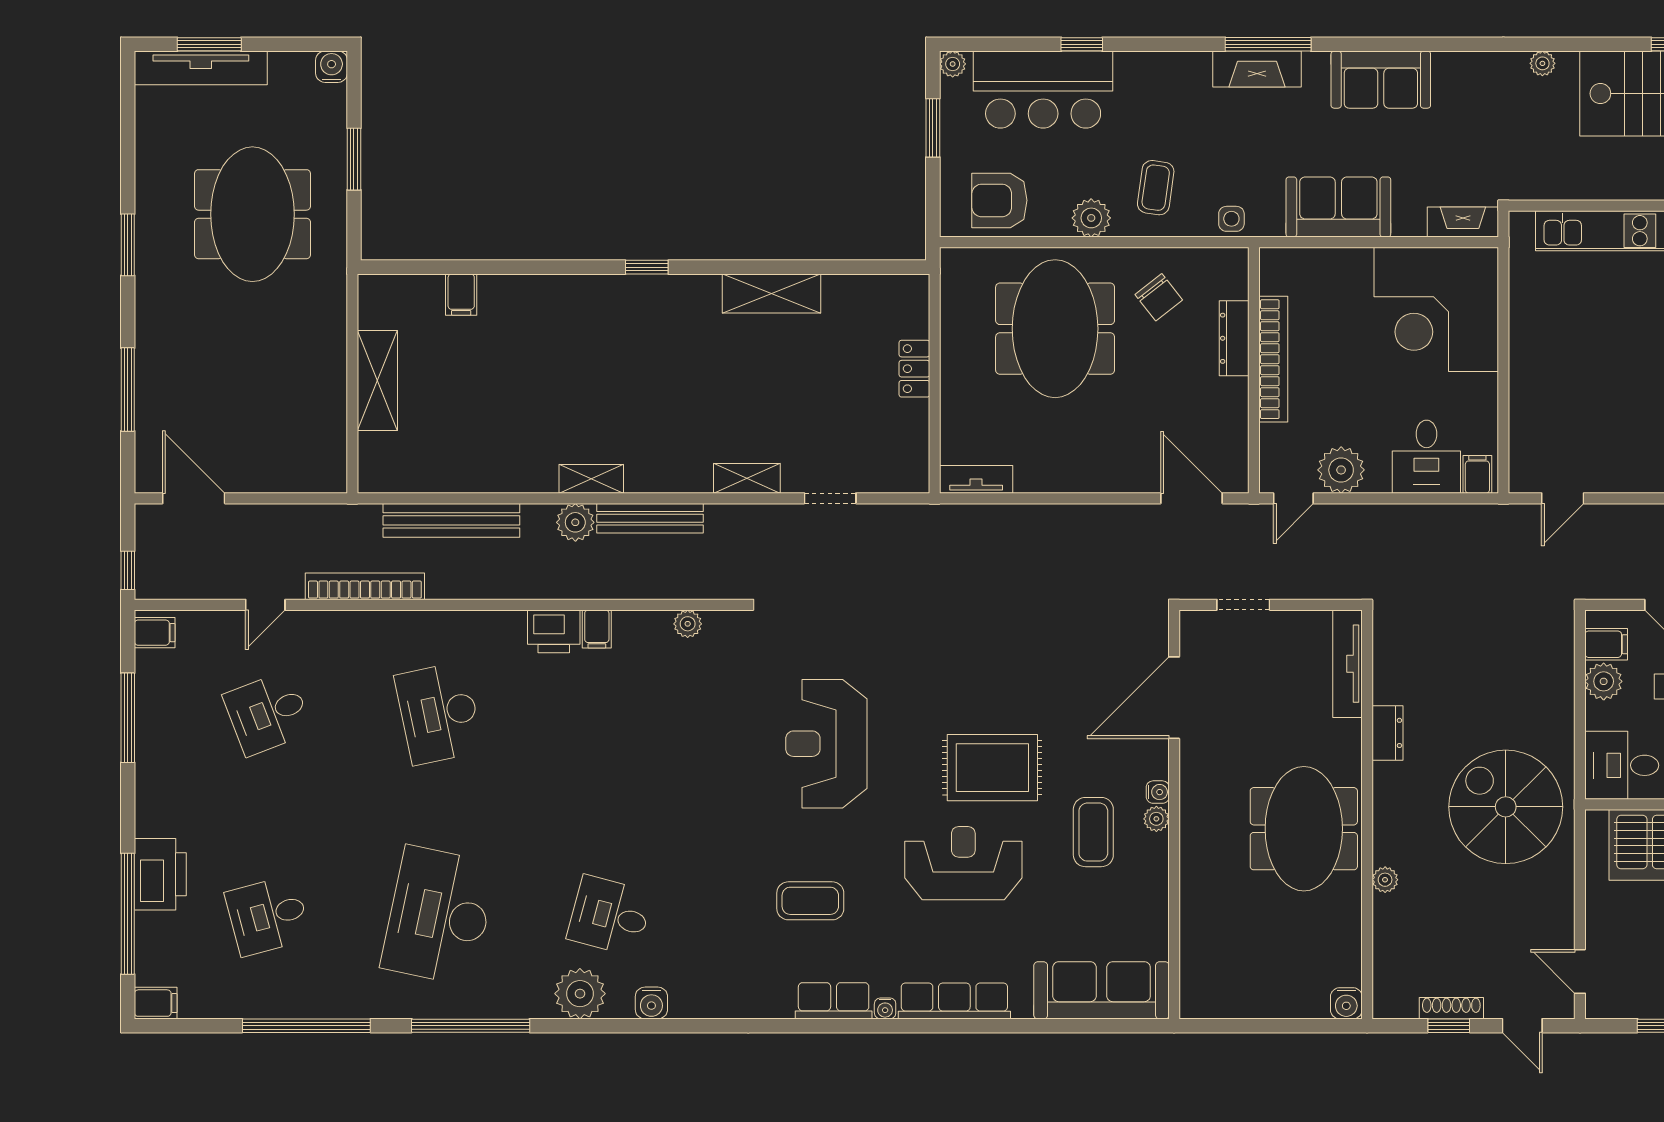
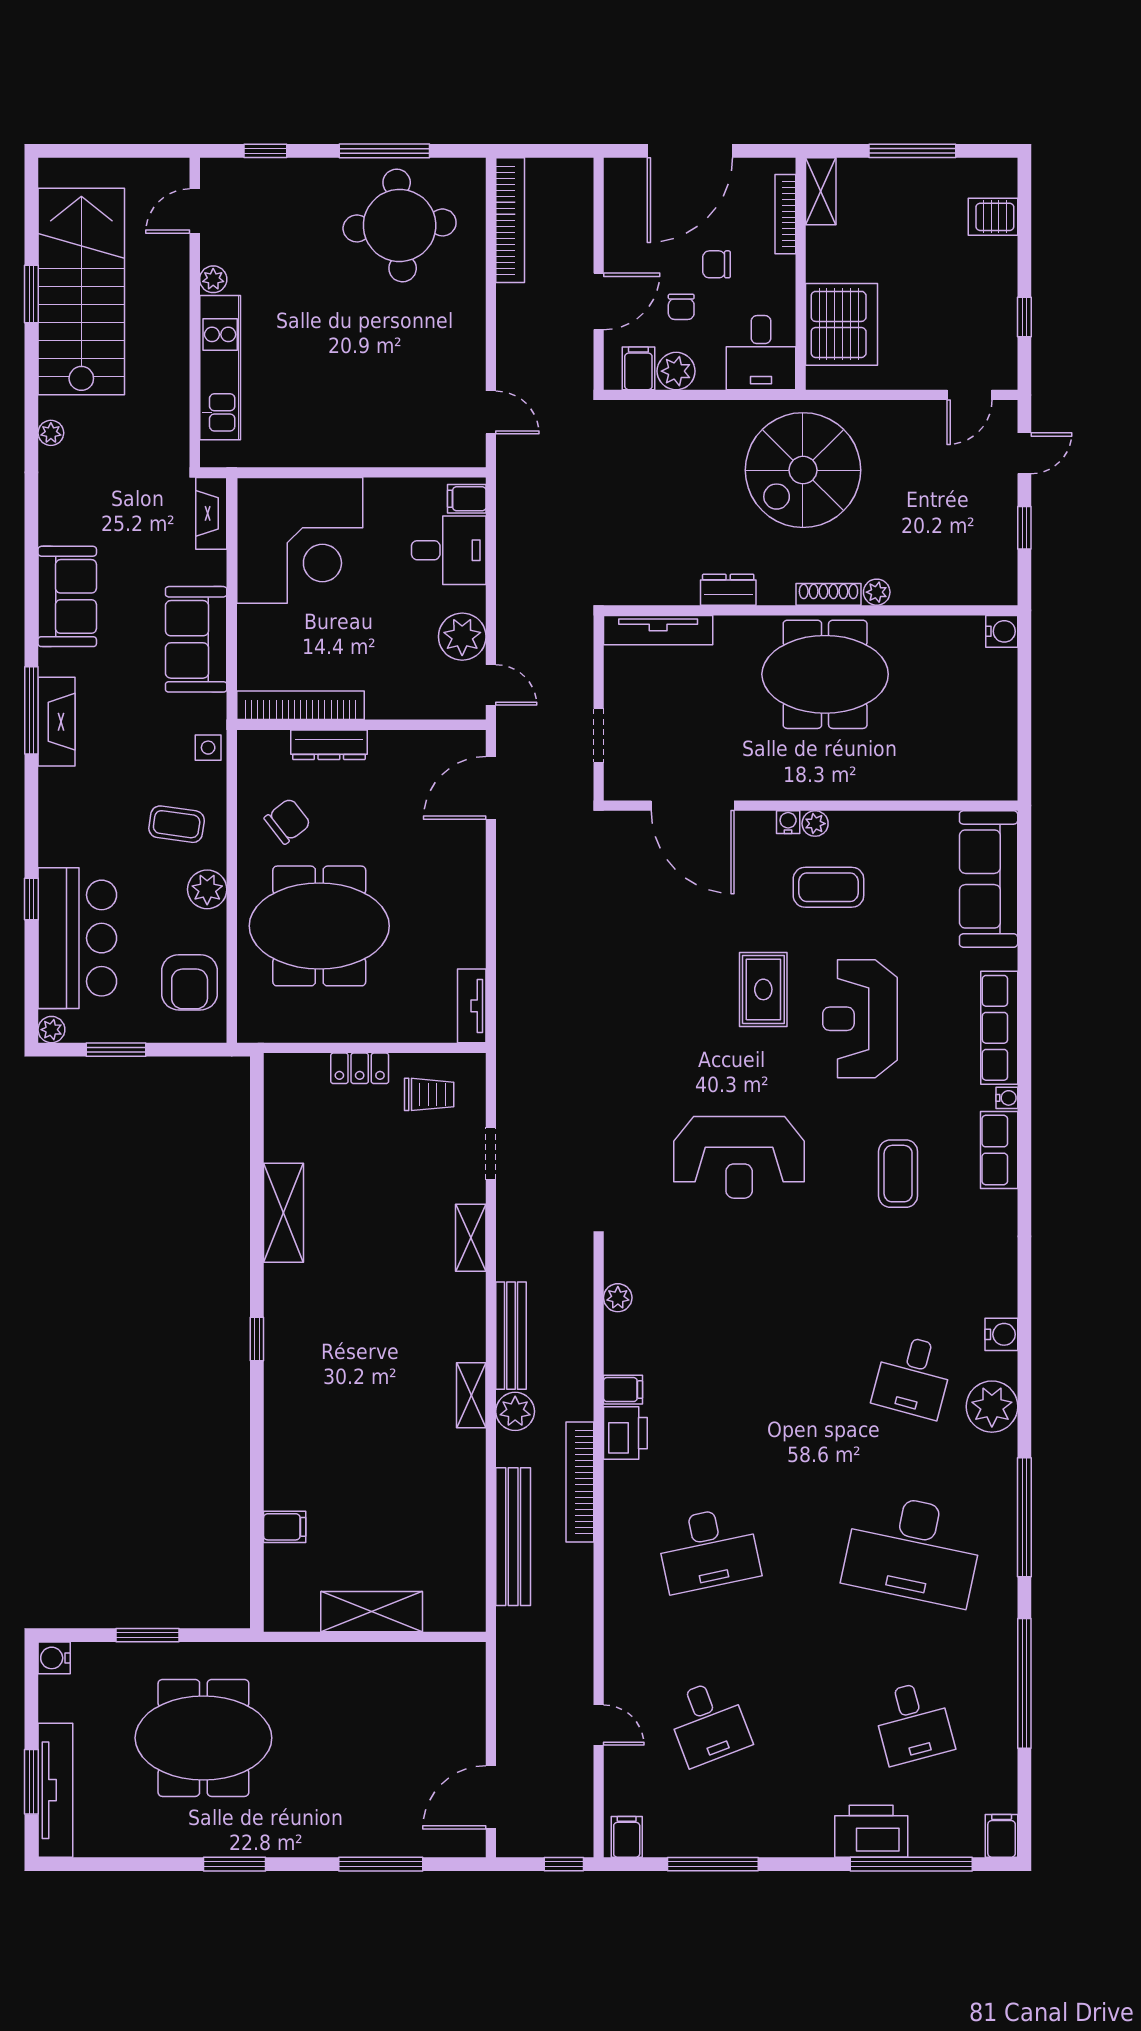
bookcase: (1273, 359) -> (300, 705), moved
trolley: (889, 437) -> (429, 1094), added
bookcase: (365, 586) -> (580, 1482), moved
rug: (992, 768) -> (763, 989), width x0.73, depth x0.70
shoe rack: (1451, 1008) -> (828, 594), moved, turned 90

